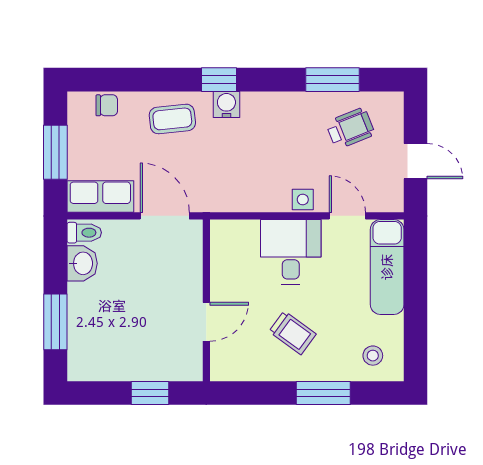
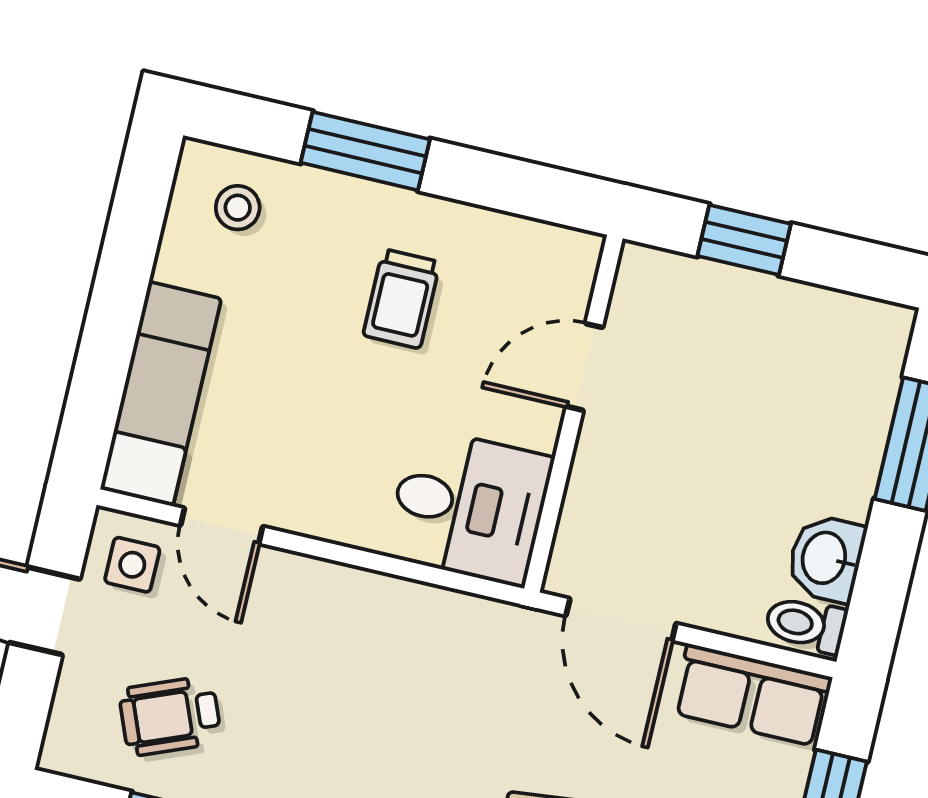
side table: (303, 199) -> (132, 565), moved
desk: (291, 252) -> (469, 507), moved, turned -90
trolley: (292, 333) -> (402, 299), turned -126

